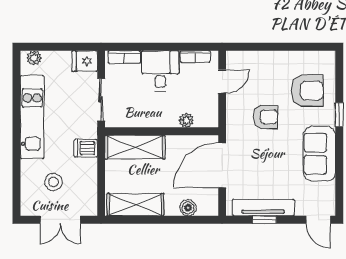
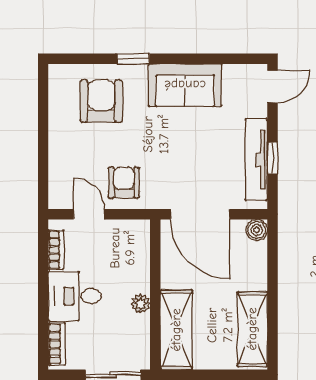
armchair: (266, 117) -> (124, 183), moved
plant: (186, 120) -> (141, 304), moved
boiler: (188, 208) -> (257, 230), moved

